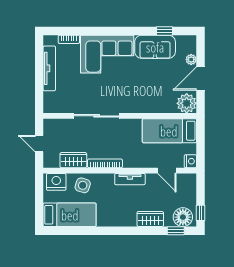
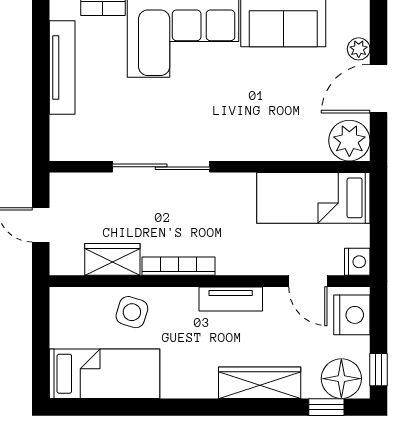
nightstand: (56, 182) -> (352, 315), moved, turned 90
wardrobe: (150, 219) -> (260, 383), width x1.50

